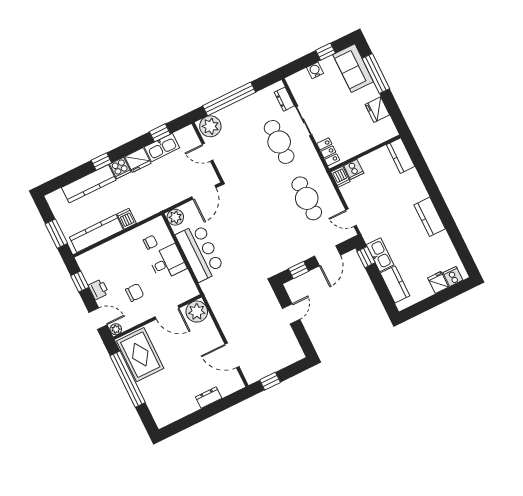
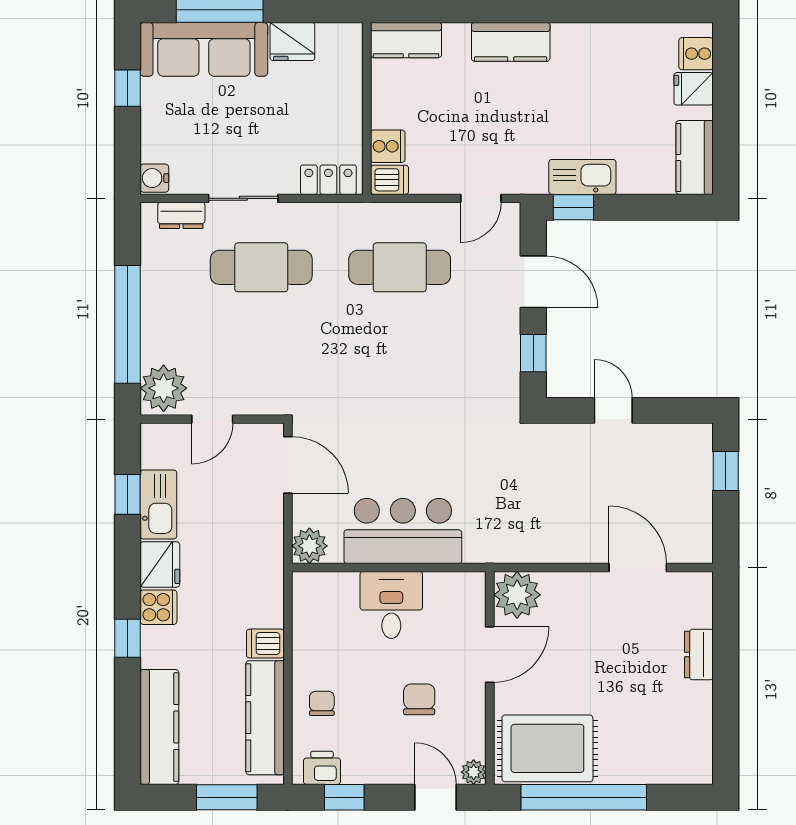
sofa: (353, 68) -> (204, 49), width x1.36
water cooler: (315, 70) -> (154, 178), moved
kitchen counter: (89, 184) -> (159, 727), moved
kitchen counter: (430, 217) -> (511, 42), moved
chair: (150, 242) -> (322, 703), moved
kitchen counter: (395, 284) -> (695, 157), moved, turned -90
printer: (98, 289) -> (322, 768), moved
door: (98, 319) -> (435, 797), hinge flipped
door: (232, 355) -> (638, 567), swing flipped
window: (270, 381) -> (726, 471), moved

